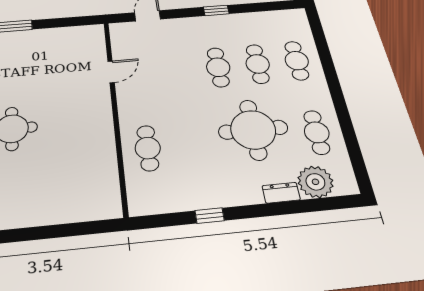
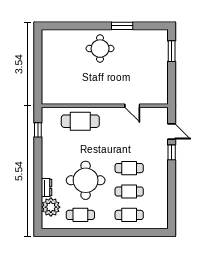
window: (216, 10) -> (172, 152), moved
cafe table: (148, 148) -> (80, 121), width x1.37, depth x1.35
window: (210, 216) -> (38, 130), moved

